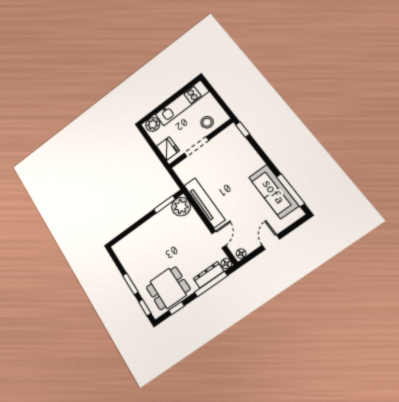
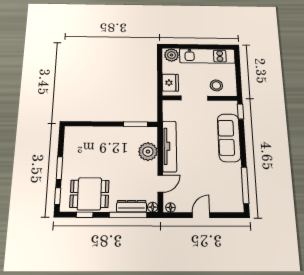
sofa: (274, 191) -> (229, 138), moved
plant: (181, 207) -> (148, 152), moved

